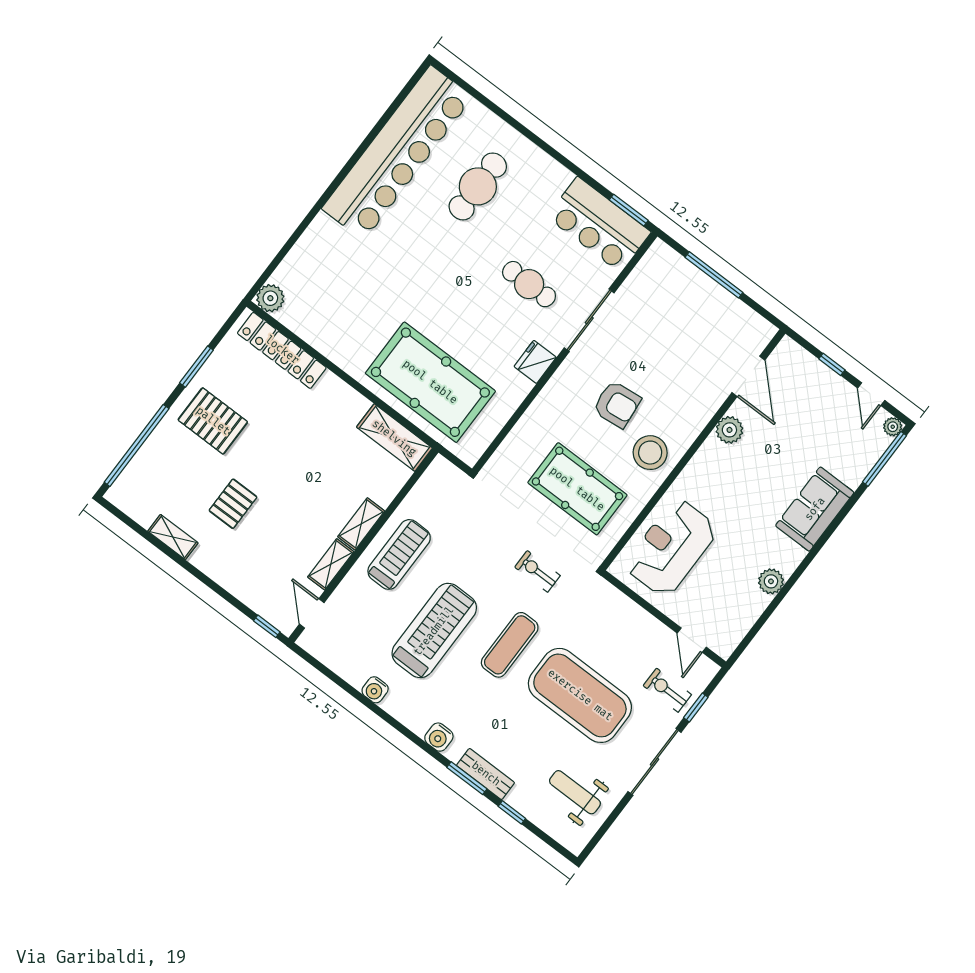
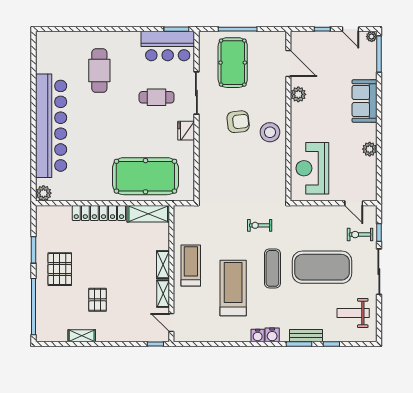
bar counter: (397, 153) -> (51, 126), moved
locker: (282, 350) -> (99, 213), moved
pallet: (213, 421) -> (60, 269), turned 90
pool table: (577, 489) -> (233, 63), moved, turned 90
water cooler: (375, 690) -> (258, 335), moved

